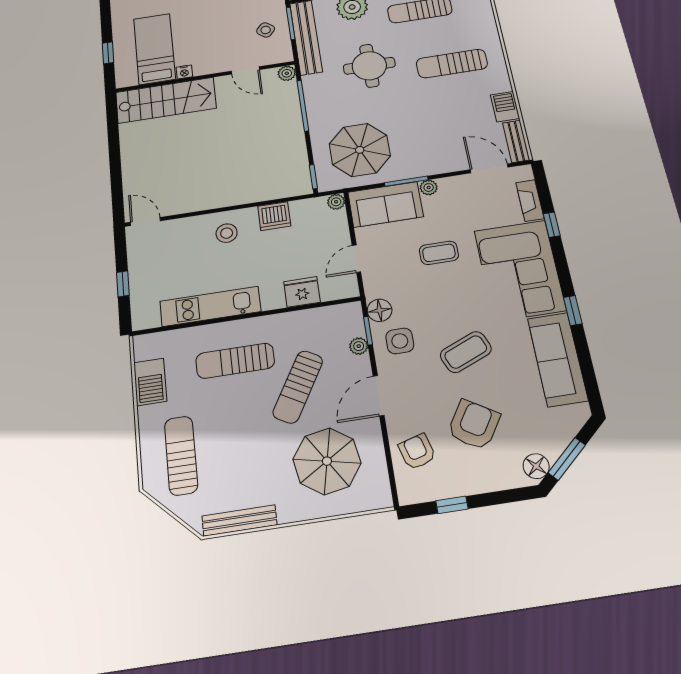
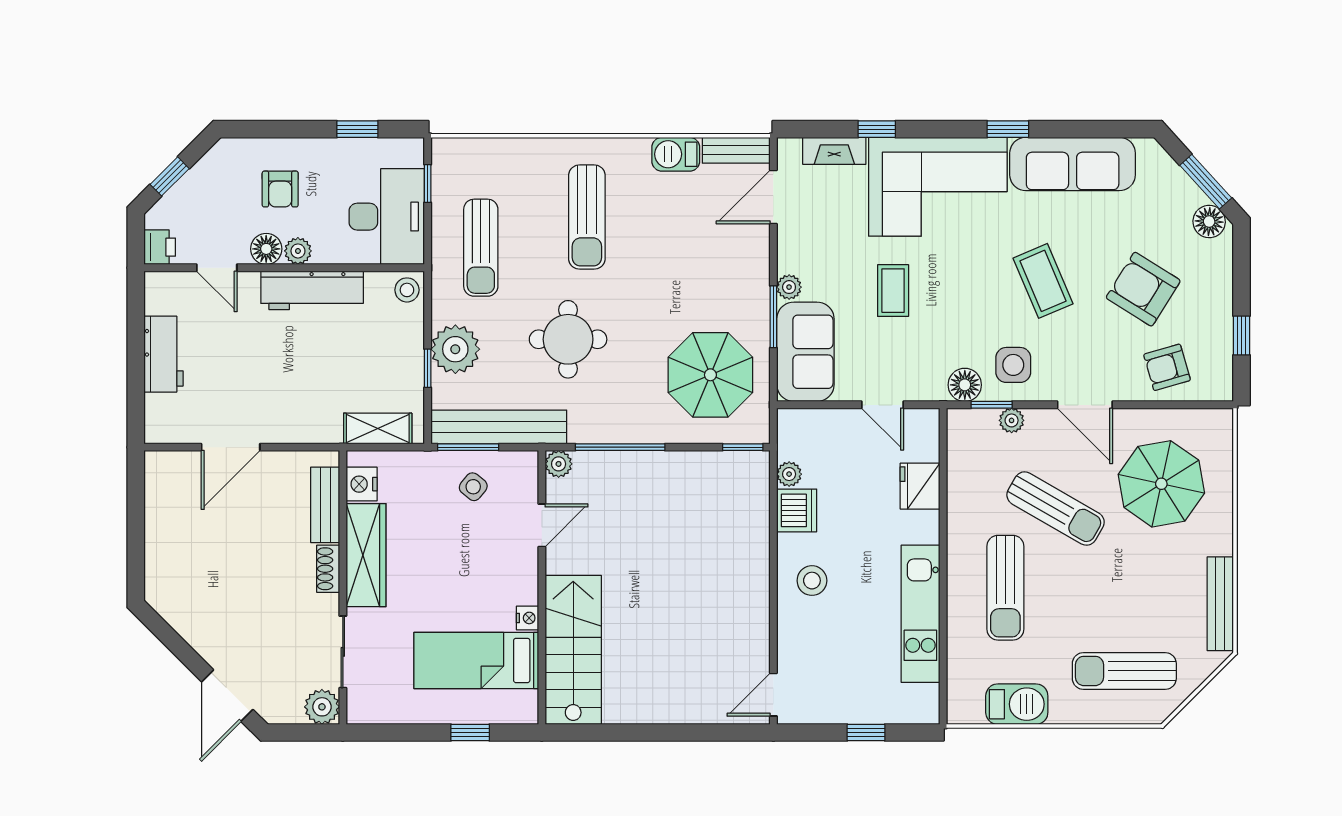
plant: (336, 202) -> (789, 474), moved

